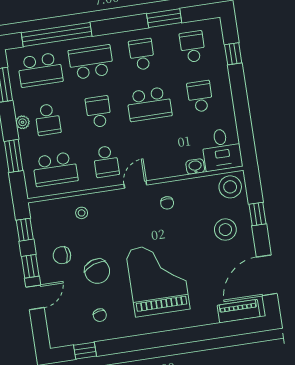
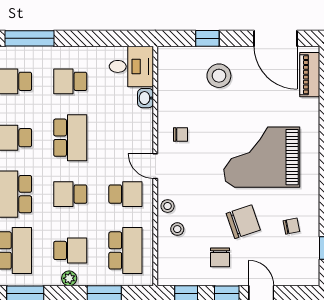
window: (233, 54) -> (29, 38), width x2.17
stool: (230, 187) -> (168, 206), moved, width x0.53, depth x0.53

